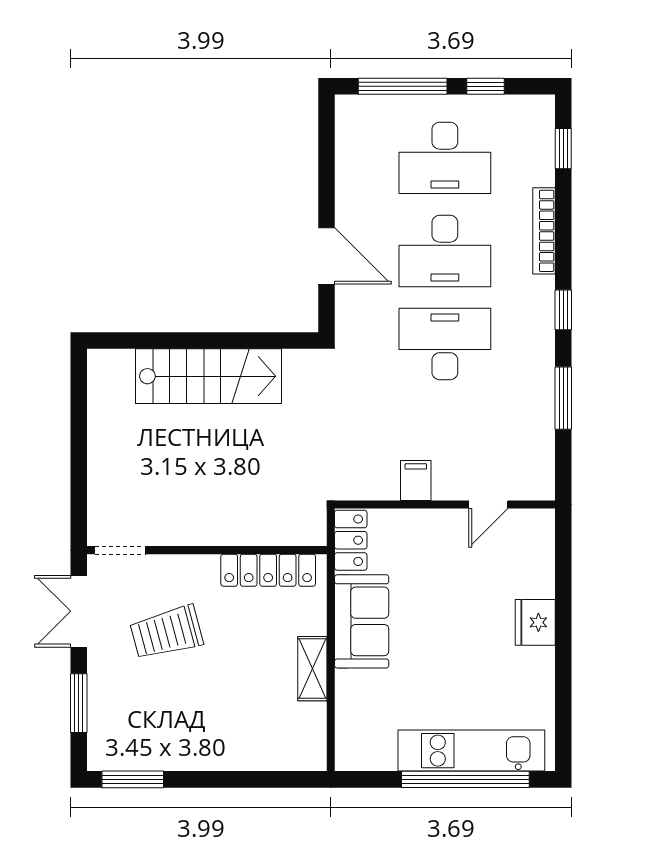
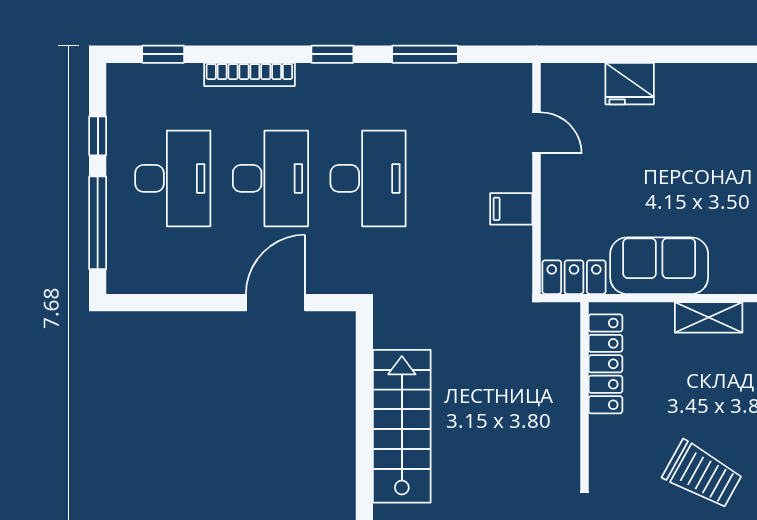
desk: (445, 344) -> (368, 178), turned 180
fridge: (535, 622) -> (630, 84), moved
trolley: (167, 633) -> (703, 475), moved, turned -46

